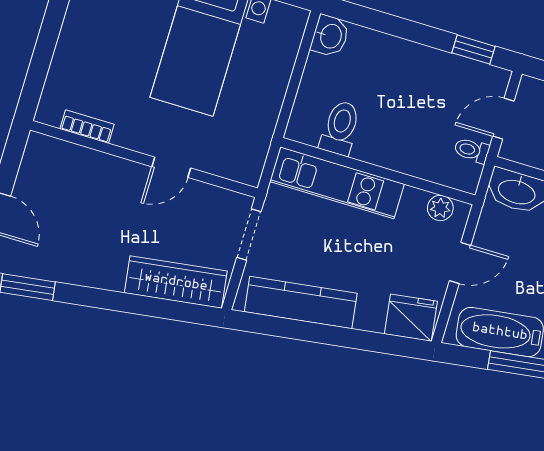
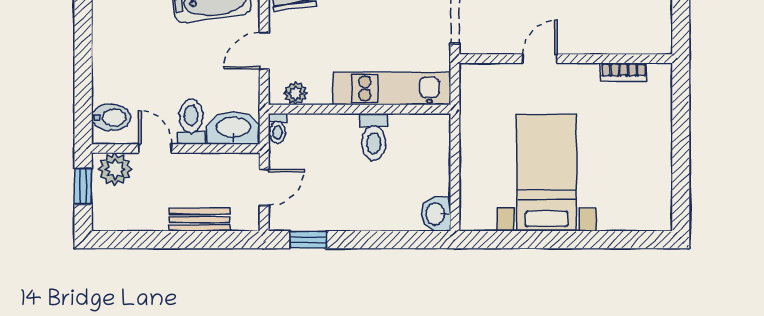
toilet: (340, 128) -> (374, 137), moved
toilet: (472, 150) -> (278, 128), moved, turned 90

